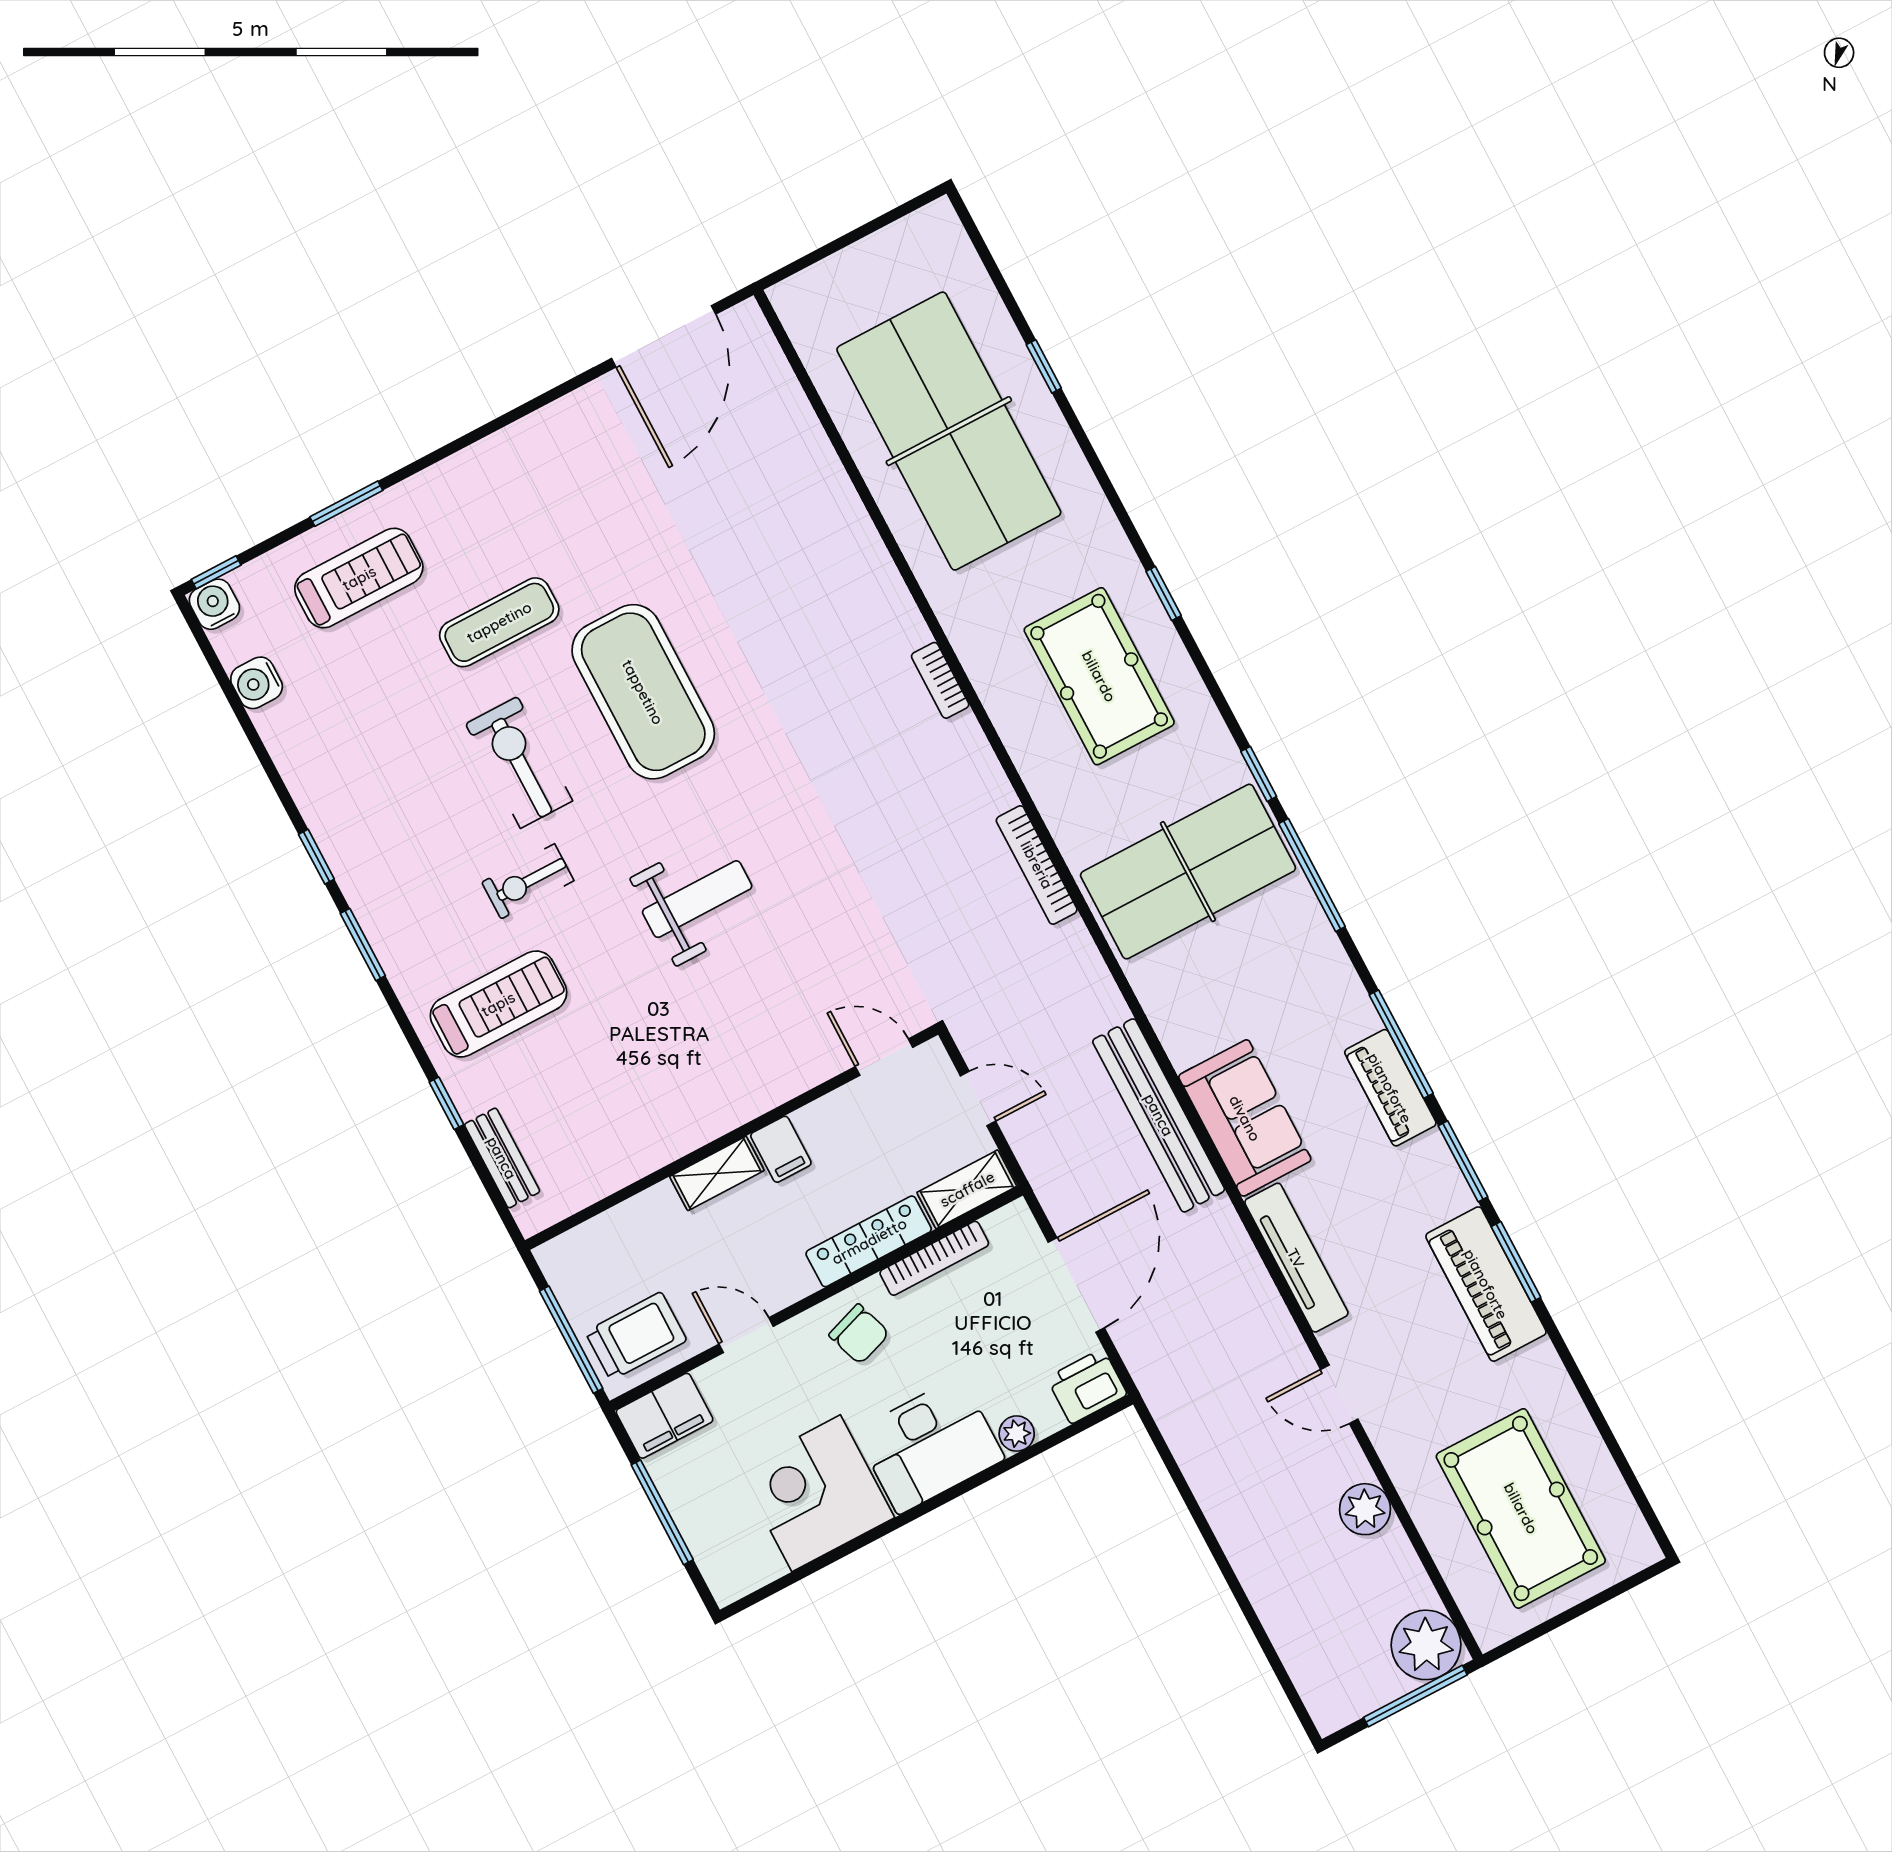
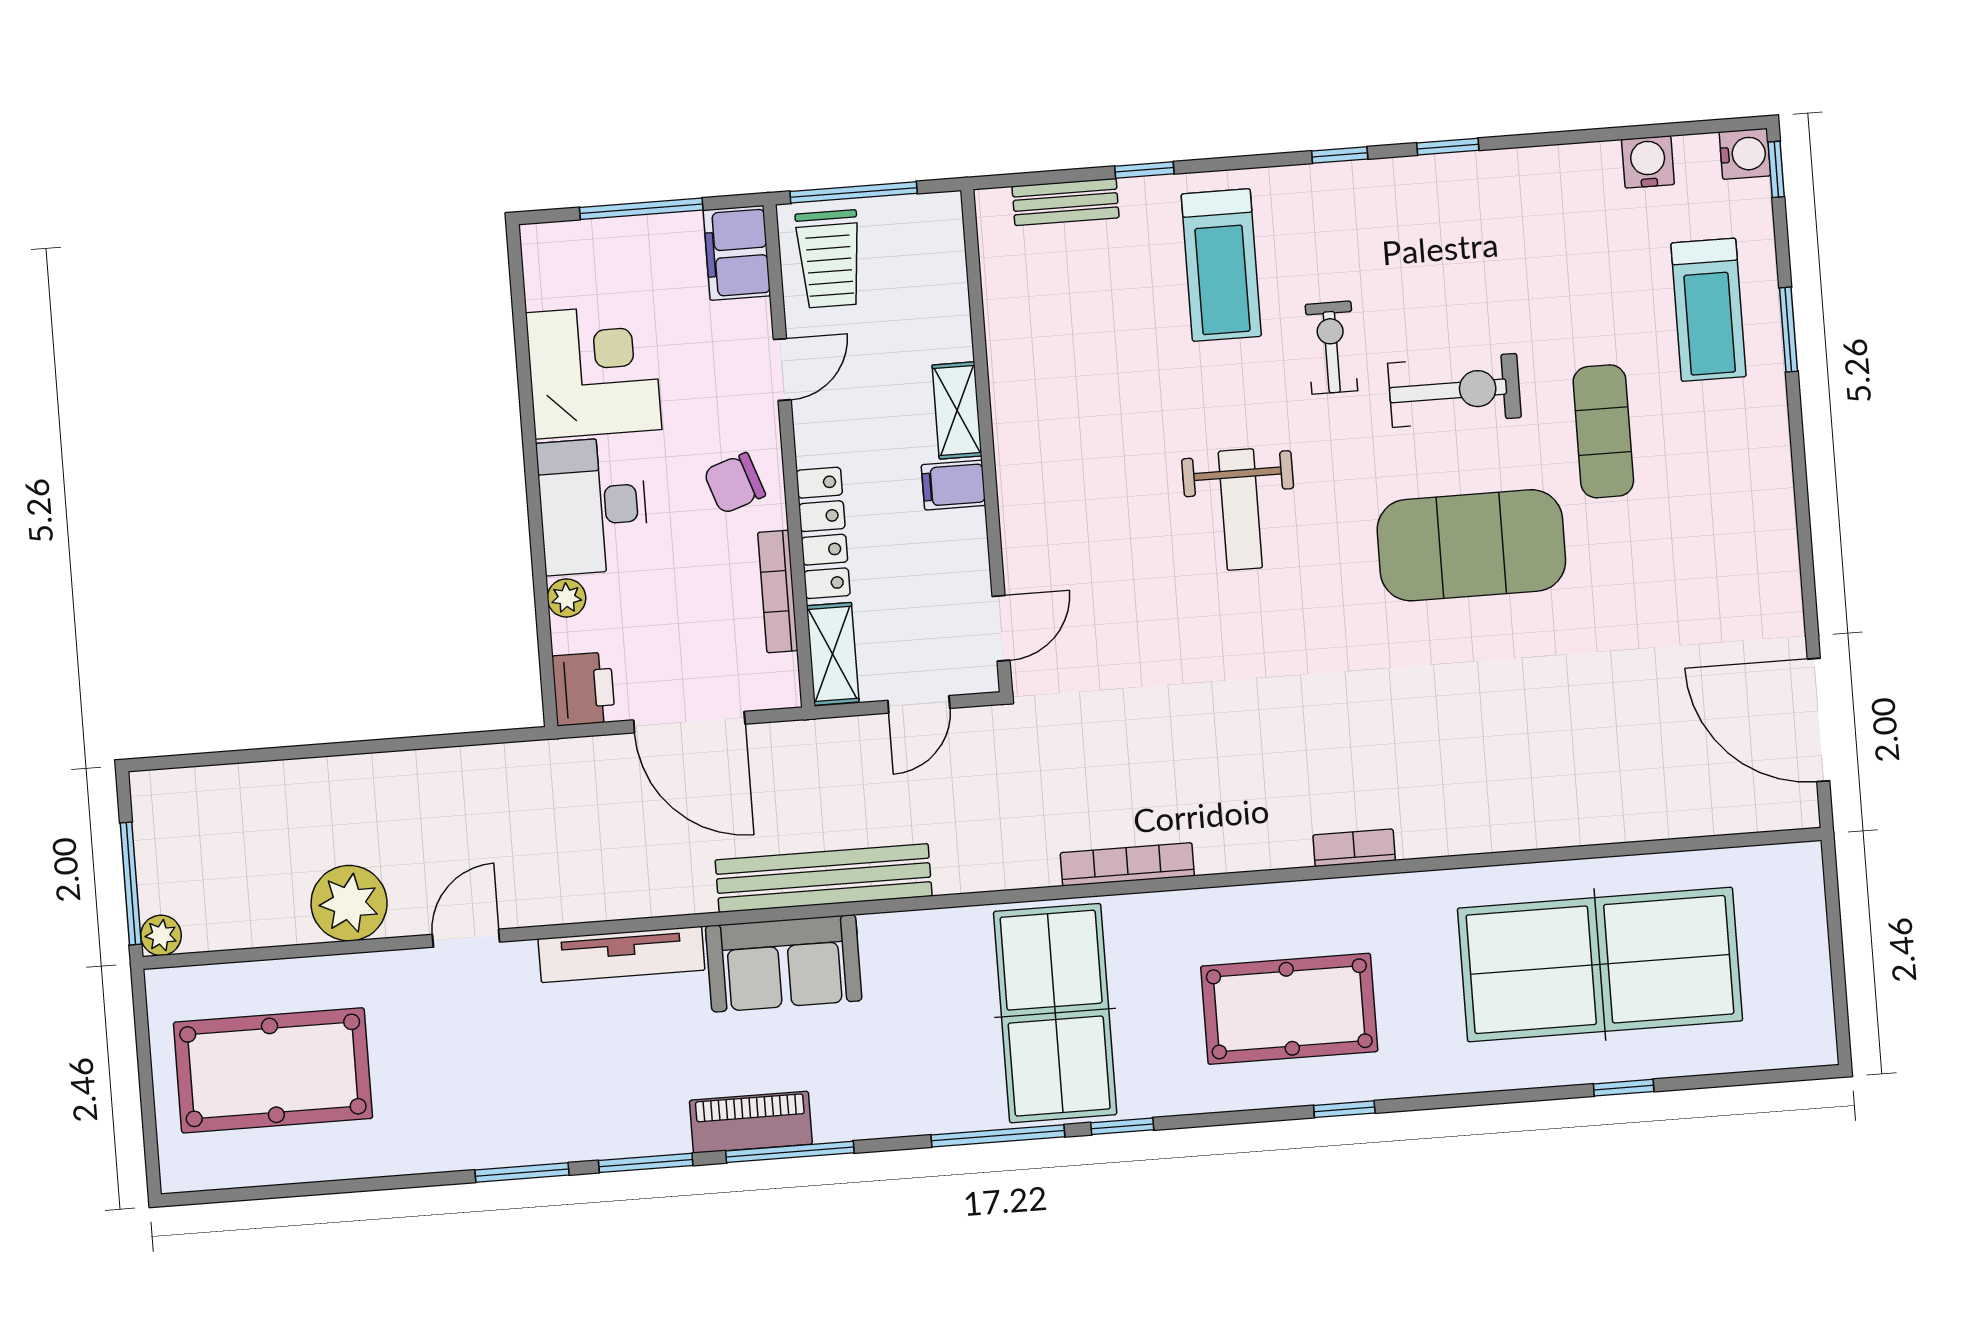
window: (363, 945) -> (1340, 155), width x0.67
piano: (1486, 1284) -> (513, 1133), removed
plant: (1365, 1509) -> (349, 903), width x1.36, depth x1.36
plant: (1426, 1645) -> (161, 935), width x0.53, depth x0.53

